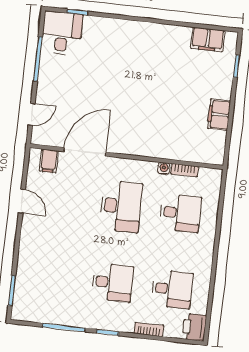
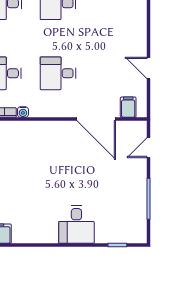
desk: (62, 33) -> (76, 224), moved
door: (85, 152) -> (96, 119), hinge flipped
desk: (121, 206) -> (58, 73), width x0.73

